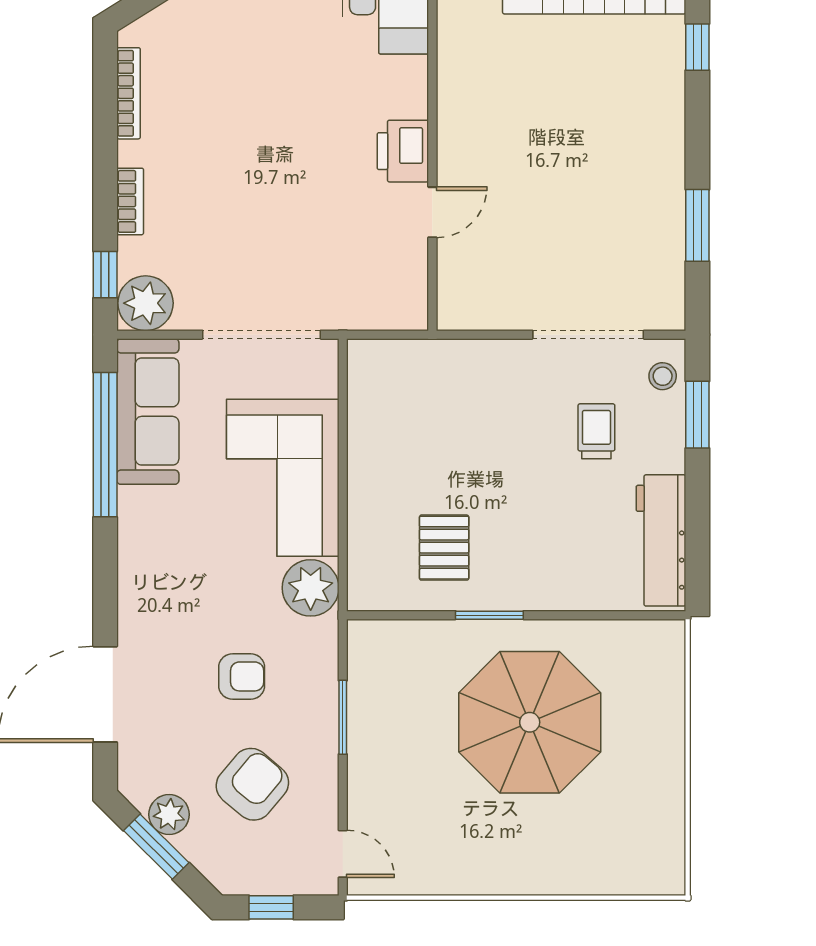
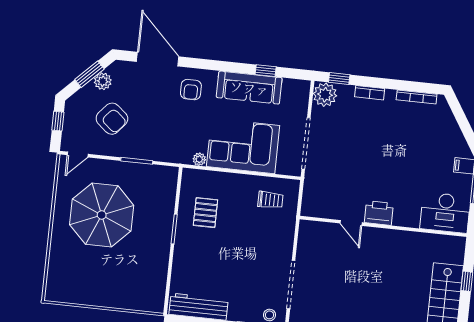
sofa: (148, 412) -> (249, 88), moved
trolley: (596, 431) -> (270, 200), moved
window: (105, 445) -> (266, 71), width x0.32
pallet: (444, 548) -> (205, 213), turned 90
plant: (311, 588) -> (199, 159), width x0.53, depth x0.53
armchair: (242, 676) -> (191, 90), moved
parasol: (530, 722) -> (102, 215), moved

